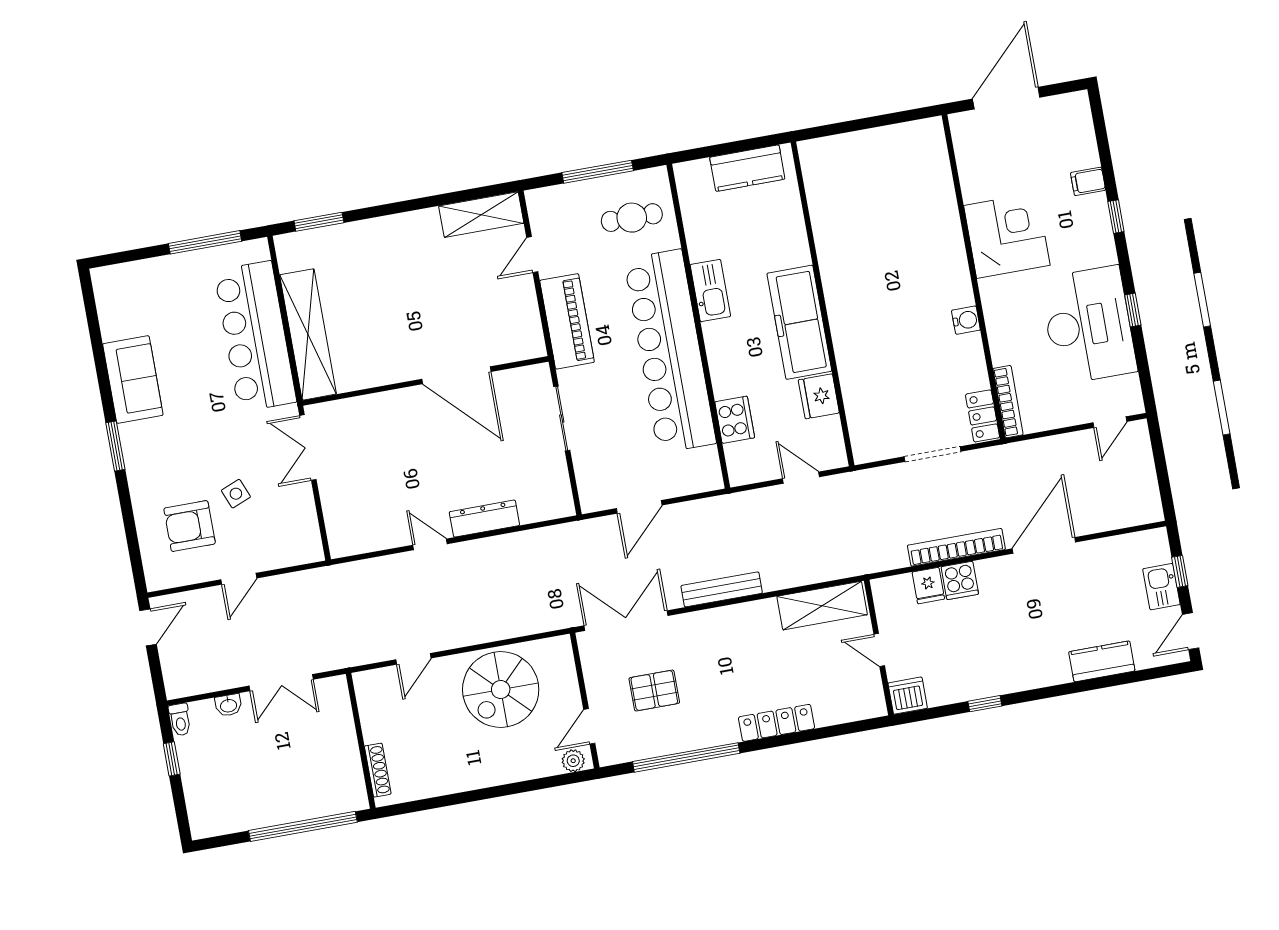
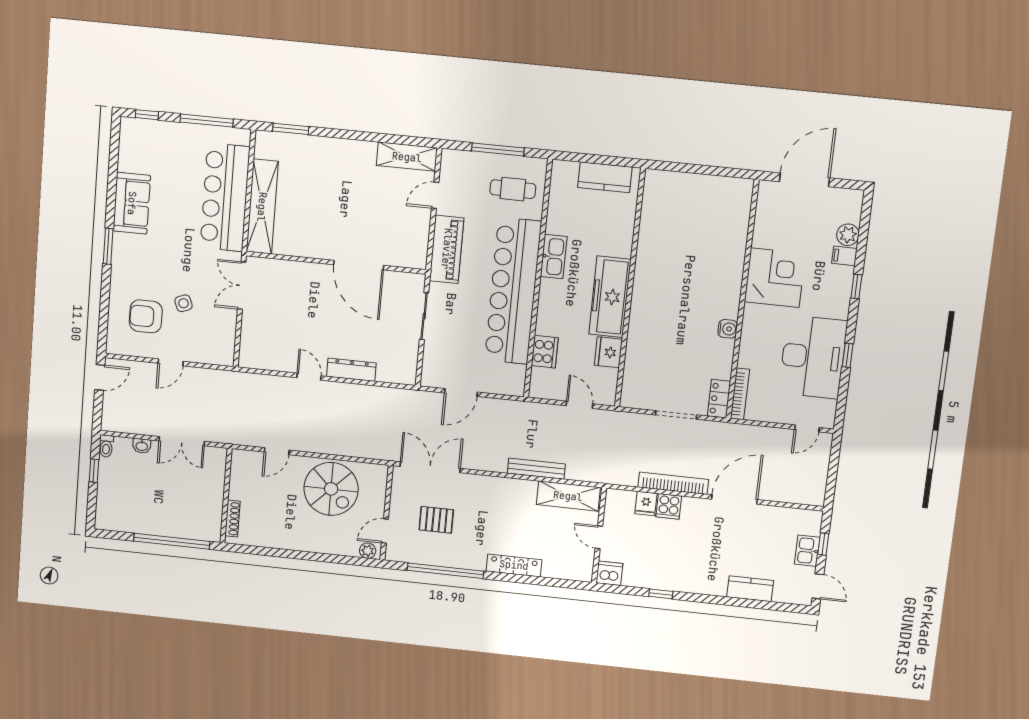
plant: (1084, 153) -> (848, 235), added
window: (124, 257) -> (147, 115), added
bench: (722, 589) -> (536, 469), moved
door: (1191, 631) -> (818, 586), swing flipped
spiral stairs: (501, 690) -> (331, 489), turned -90

